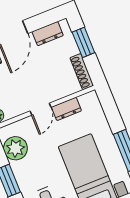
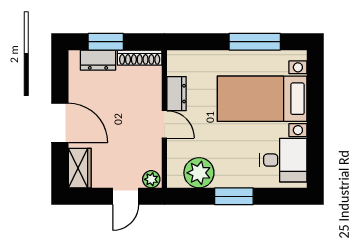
dresser: (48, 34) -> (98, 60), moved, turned 90

